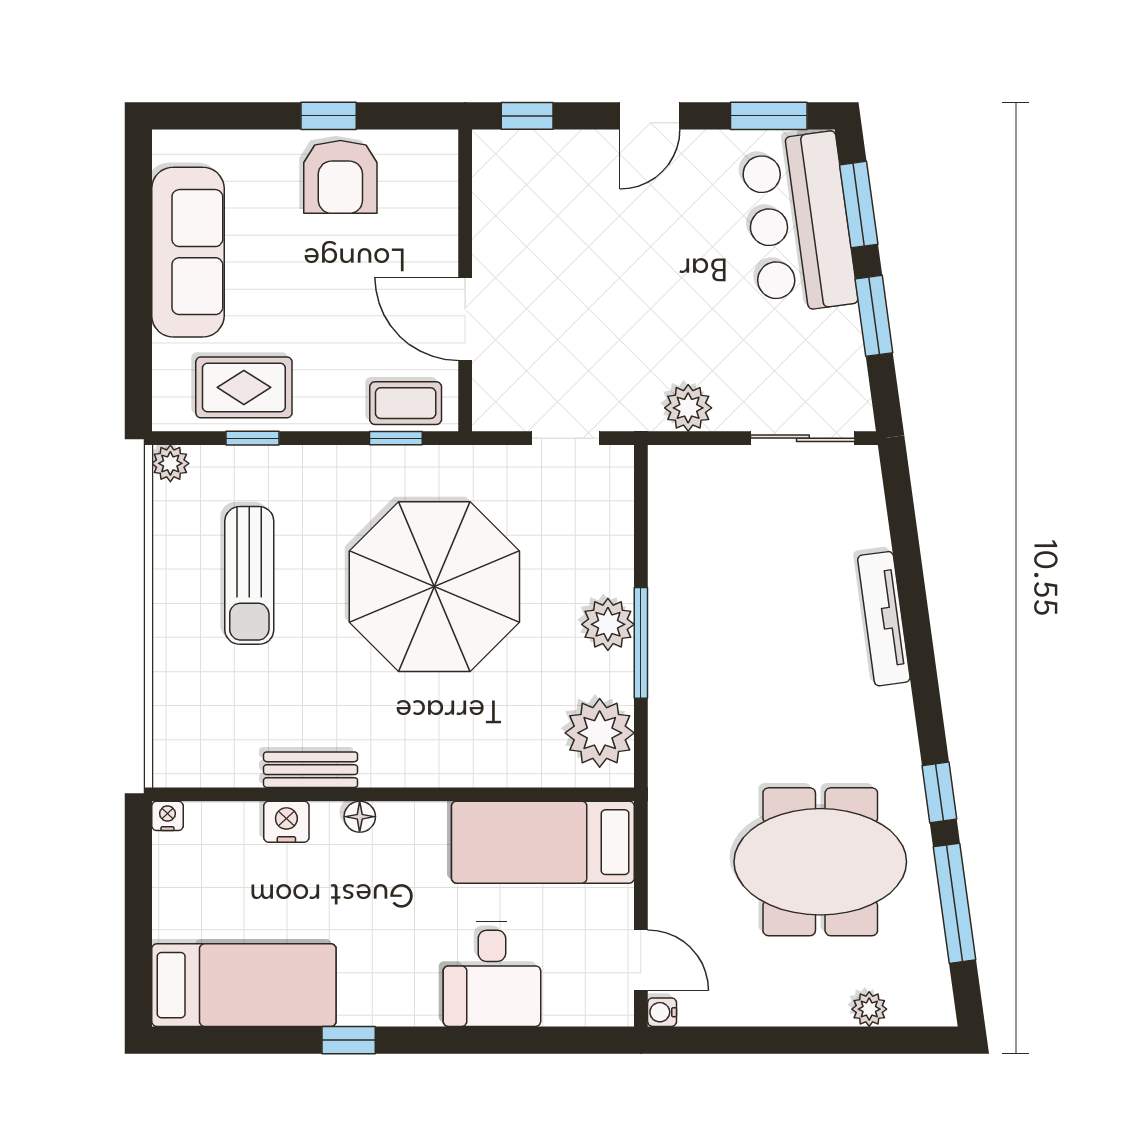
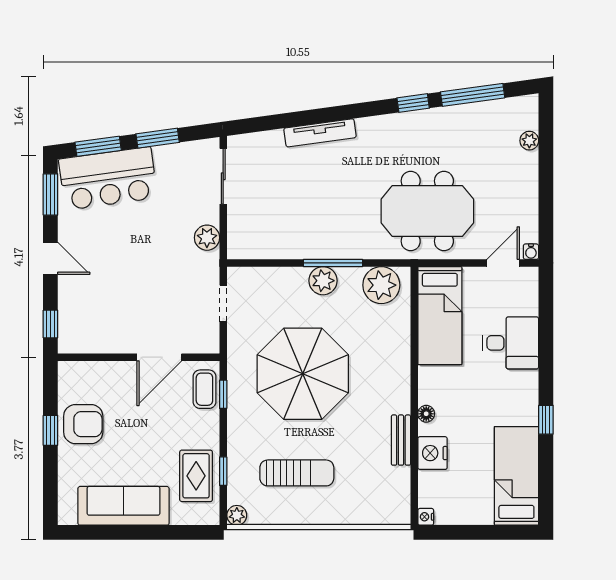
nightstand: (286, 822) -> (433, 453), width x1.36, depth x1.33
meeting table: (820, 862) -> (427, 211), moved, turned 90

